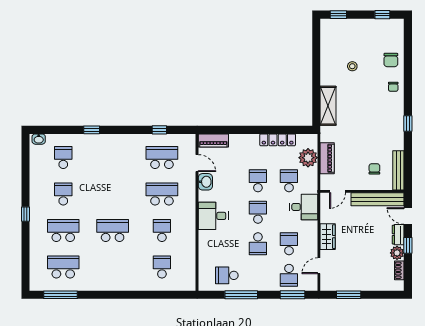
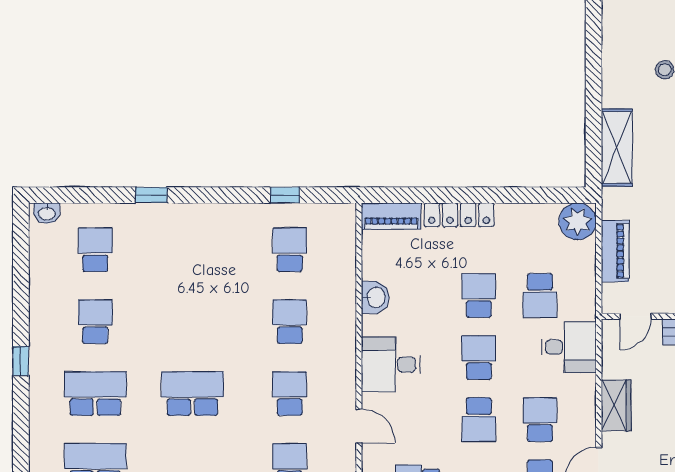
locker: (278, 140) -> (459, 215), moved
school desk: (162, 158) -> (290, 250), width x0.54
plant: (308, 158) -> (578, 221), moved
door: (197, 163) -> (359, 426), moved
school desk: (289, 181) -> (540, 295), turned 180
school desk: (162, 194) -> (290, 322), width x0.54

